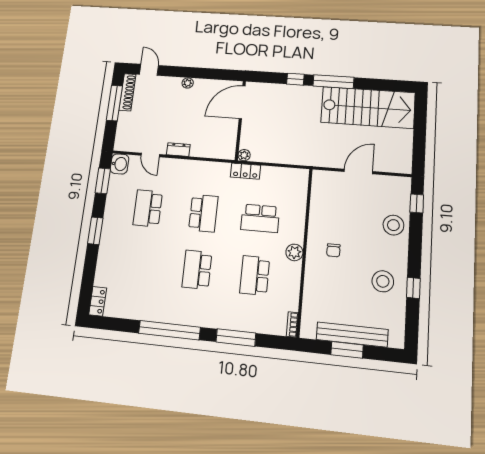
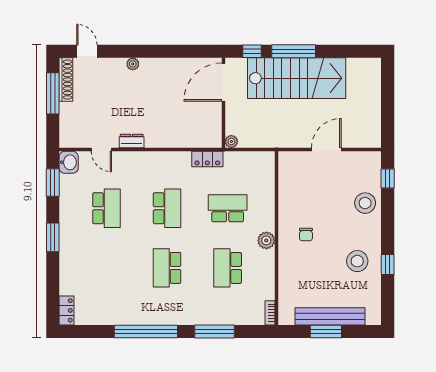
door: (242, 102) -> (223, 82), moved
stairs: (368, 107) -> (297, 78), moved
wall: (240, 120) -> (223, 103), moved
plant: (244, 155) -> (231, 141), moved
school desk: (148, 208) -> (106, 208), turned 180
school desk: (260, 218) -> (228, 208), turned 180

